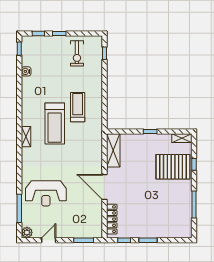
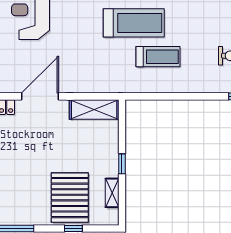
treadmill: (55, 124) -> (134, 23), turned 180
shelving: (182, 138) -> (112, 193), moved

